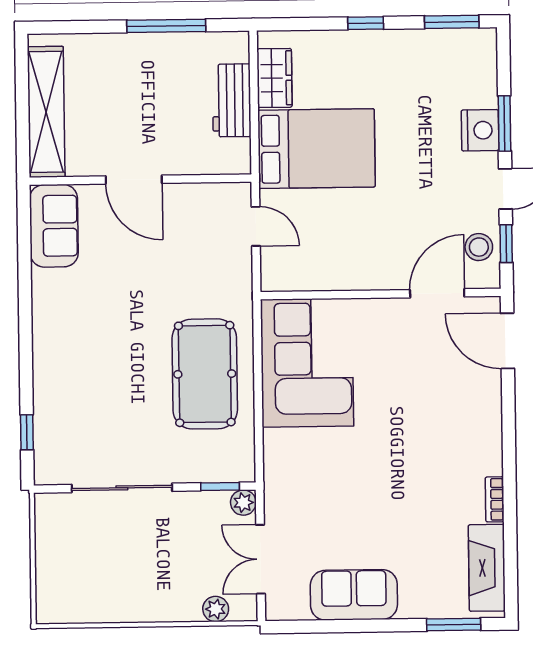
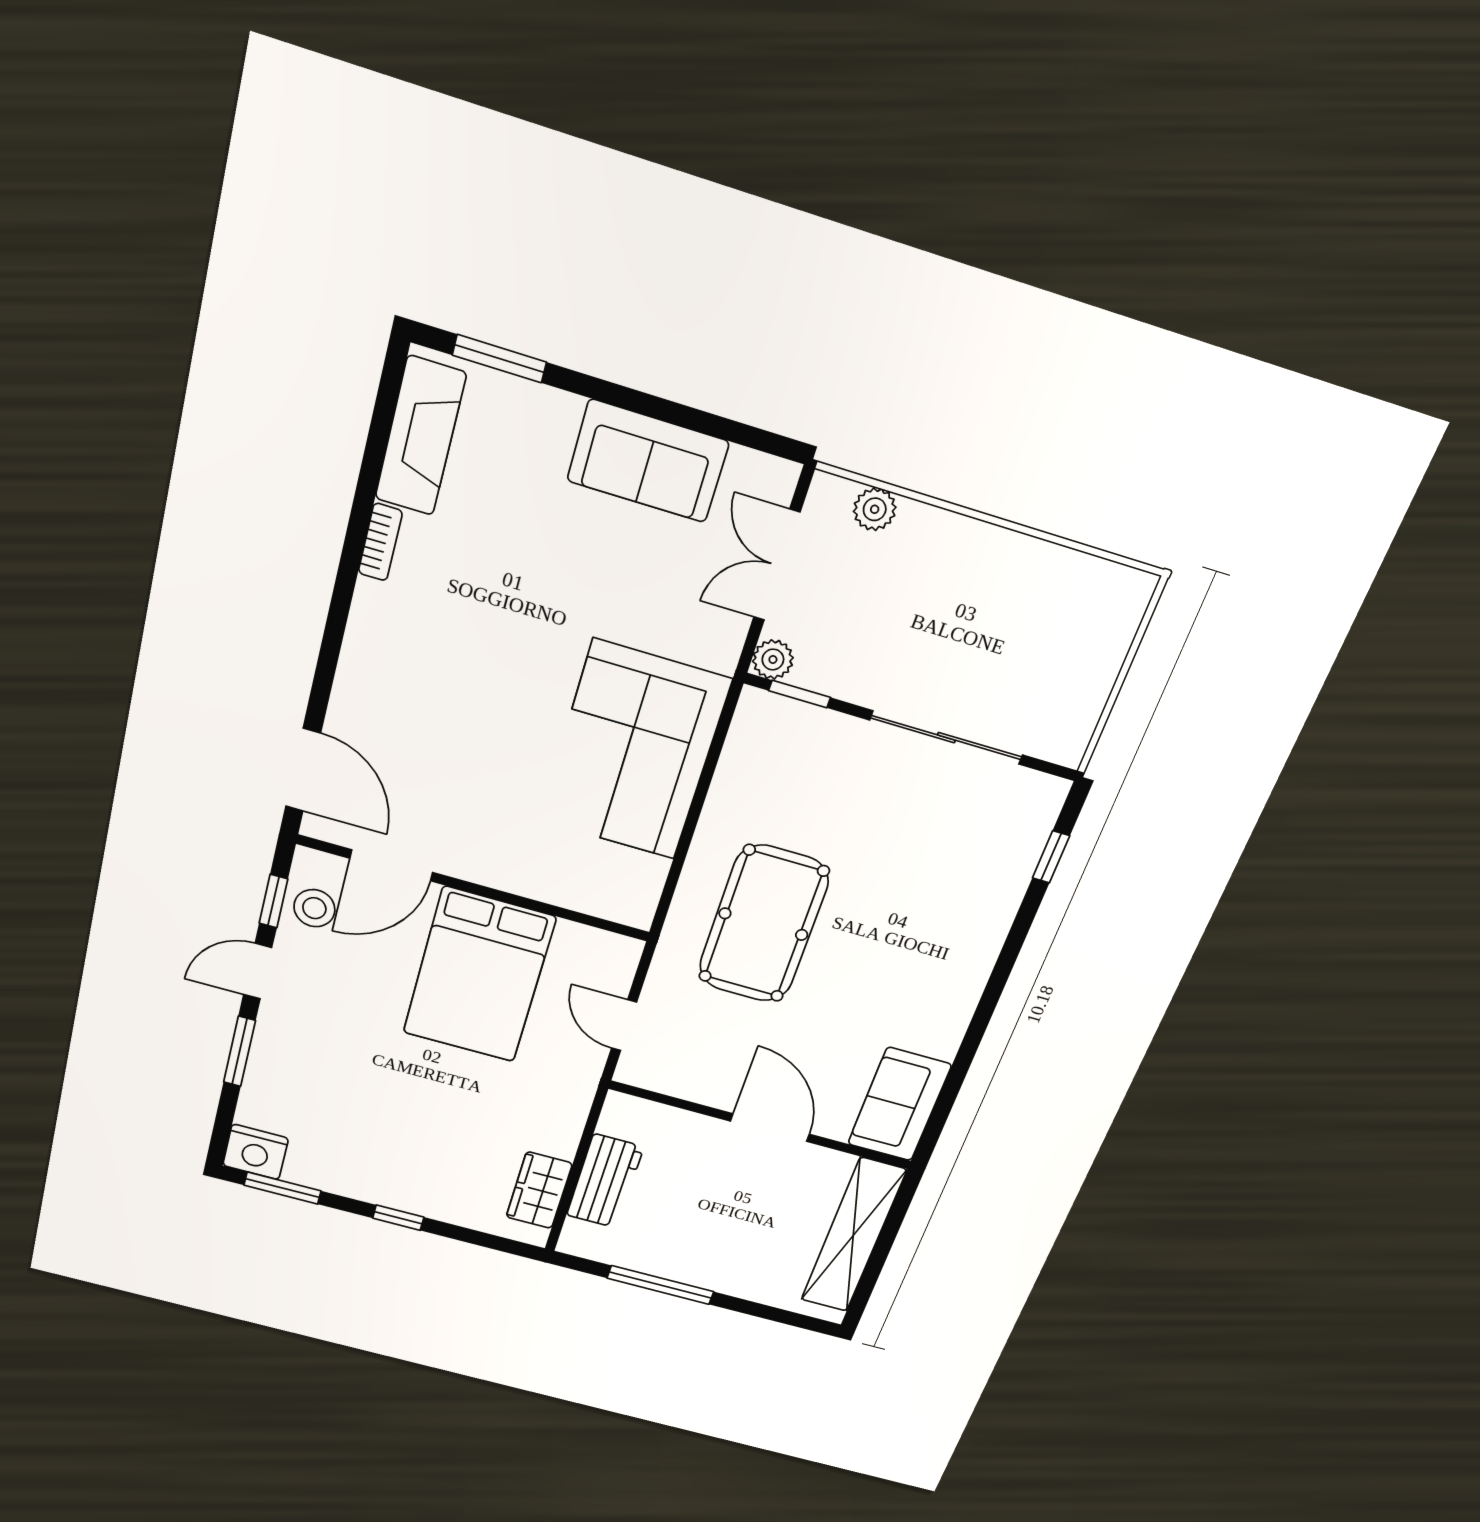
nightstand: (480, 130) -> (256, 1152), moved, turned -90
bed: (317, 149) -> (479, 975), moved, turned -90
corner sofa: (307, 363) -> (634, 751), moved
pool table: (205, 374) -> (763, 924), moved
double door: (260, 559) -> (777, 565), swing flipped

